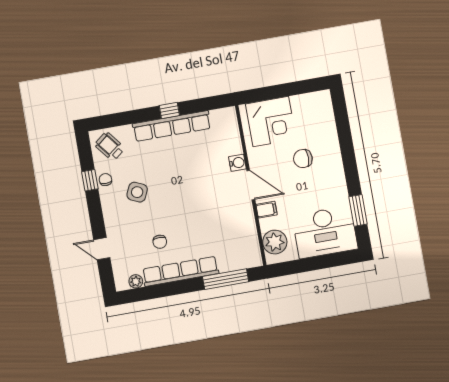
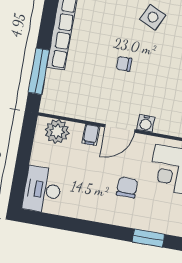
window: (358, 210) -> (148, 238), moved
desk: (325, 232) -> (42, 190), width x0.73, depth x0.77
chair: (160, 242) -> (124, 64), moved

